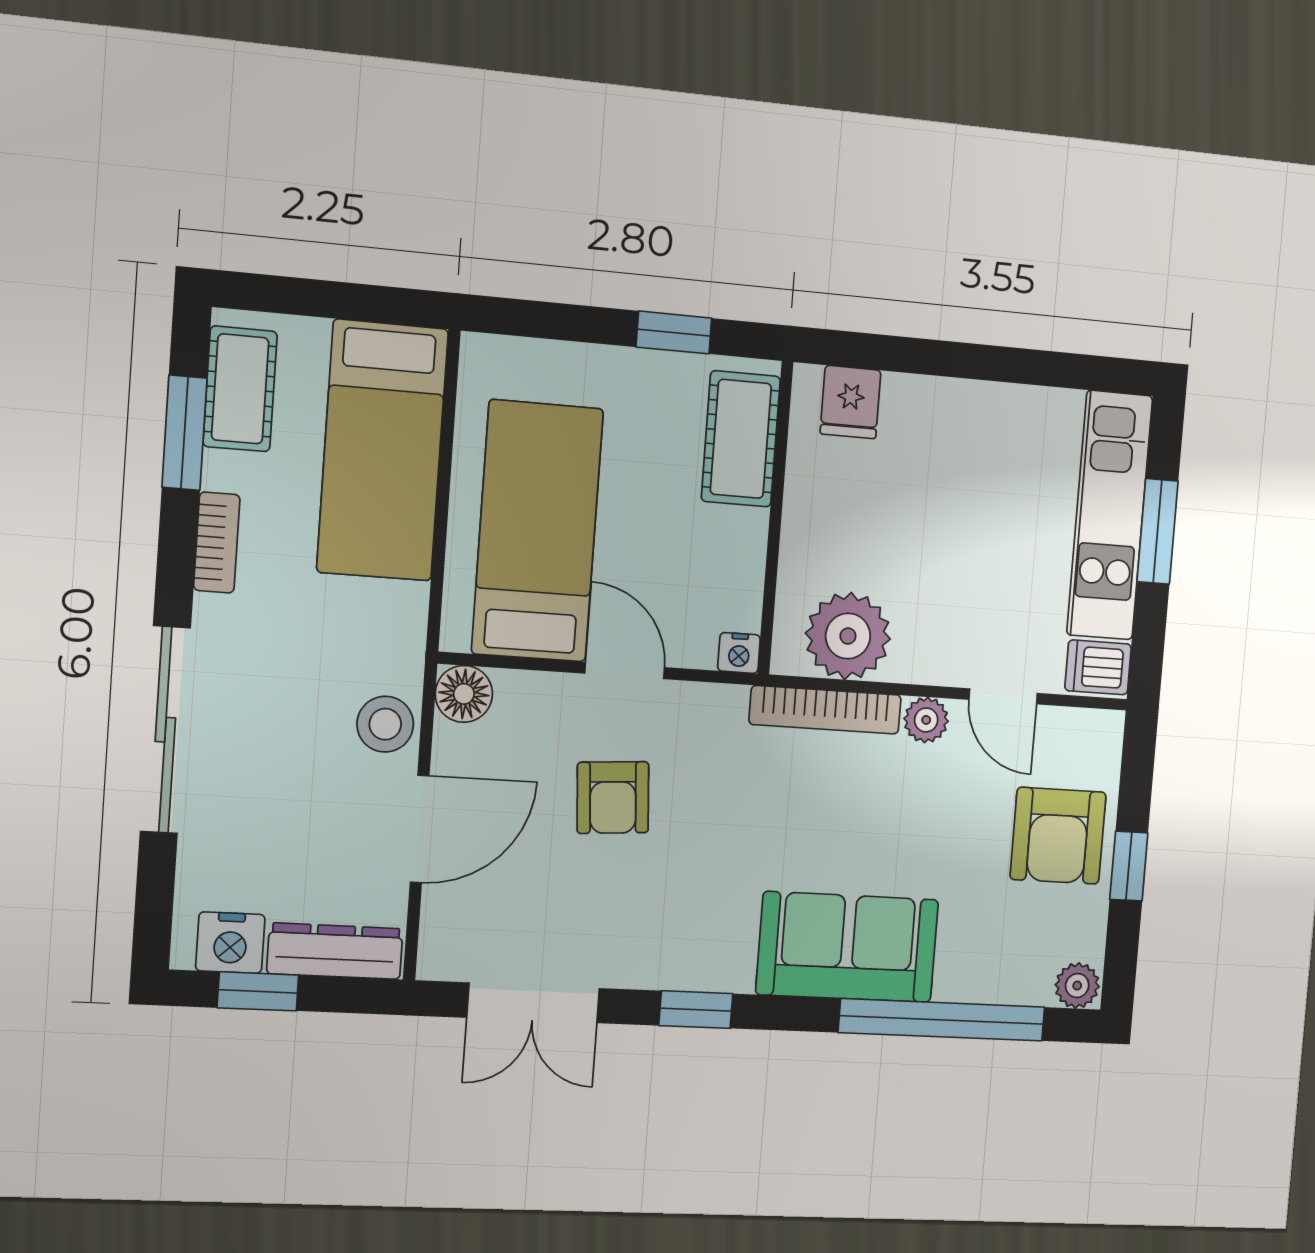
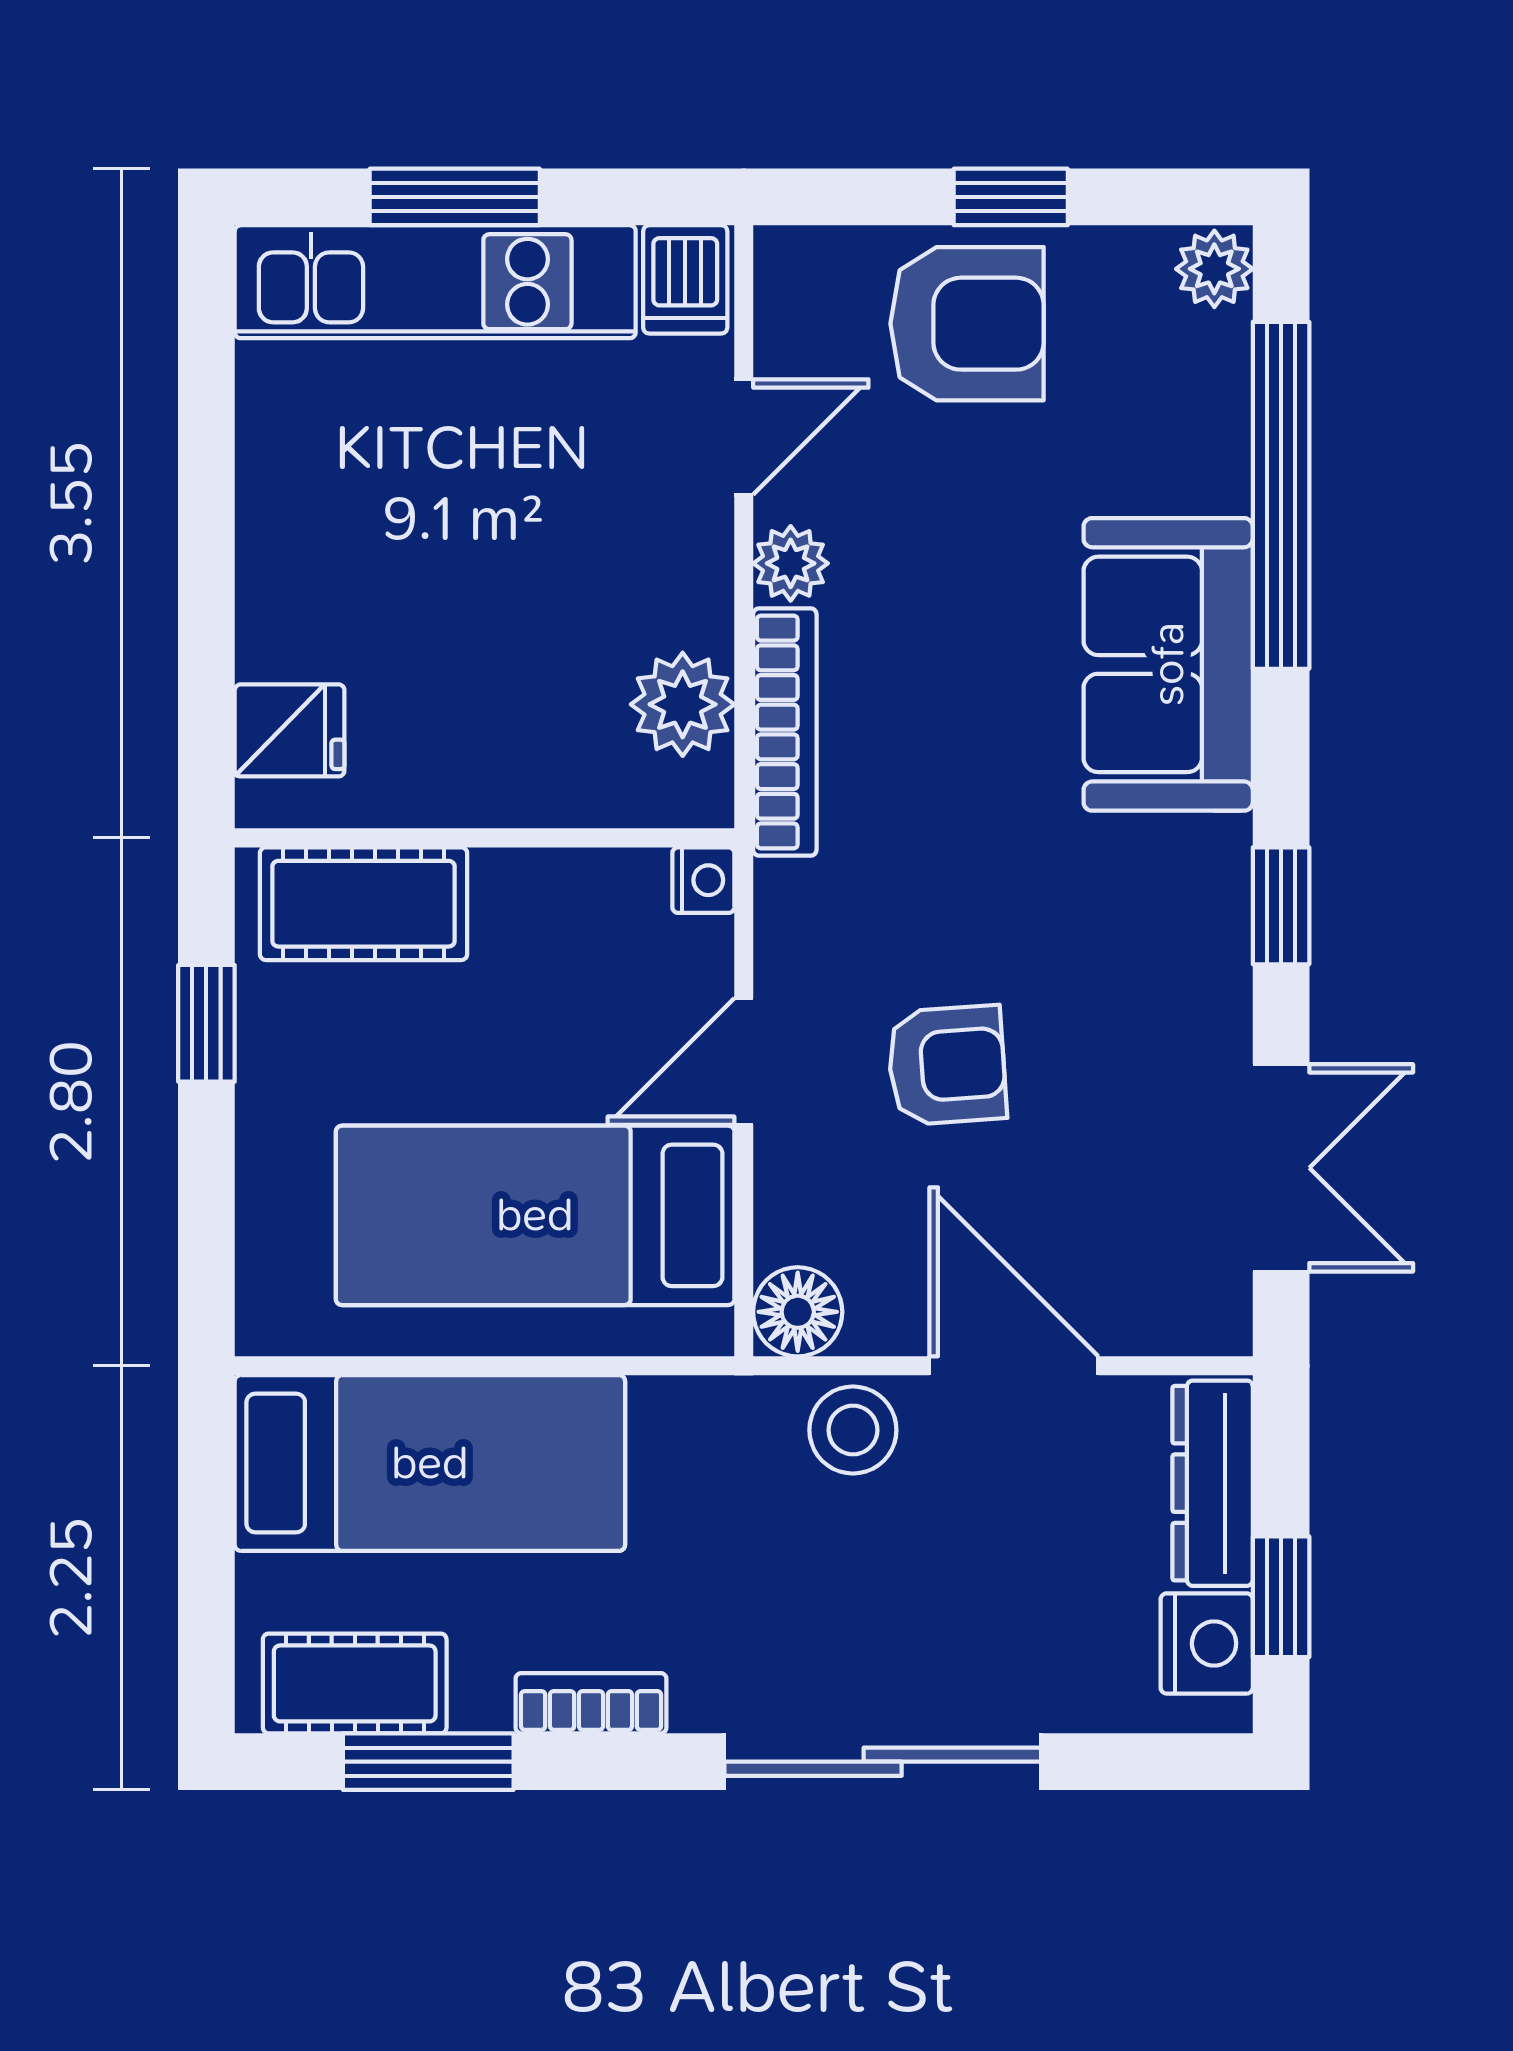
plant: (848, 636) -> (683, 704), width x0.73, depth x0.73

